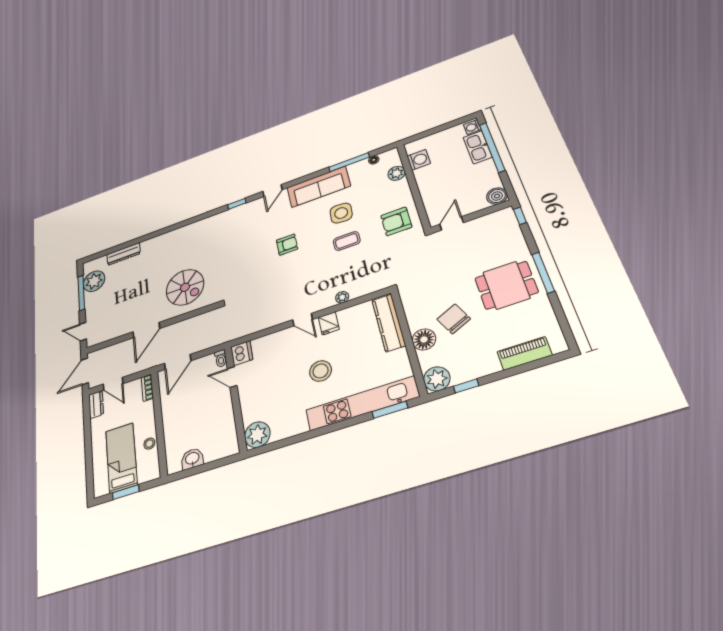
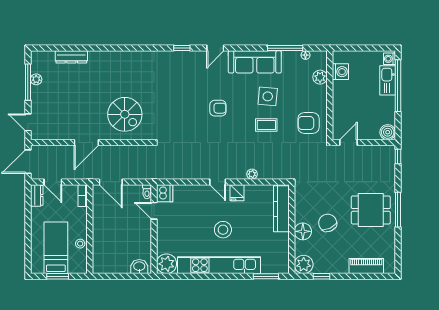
plant: (94, 281) -> (36, 79), width x0.53, depth x0.53
door: (178, 362) -> (111, 182), hinge flipped
kitchen unit: (362, 403) -> (219, 265), moved
washbasin: (192, 459) -> (139, 267), moved

